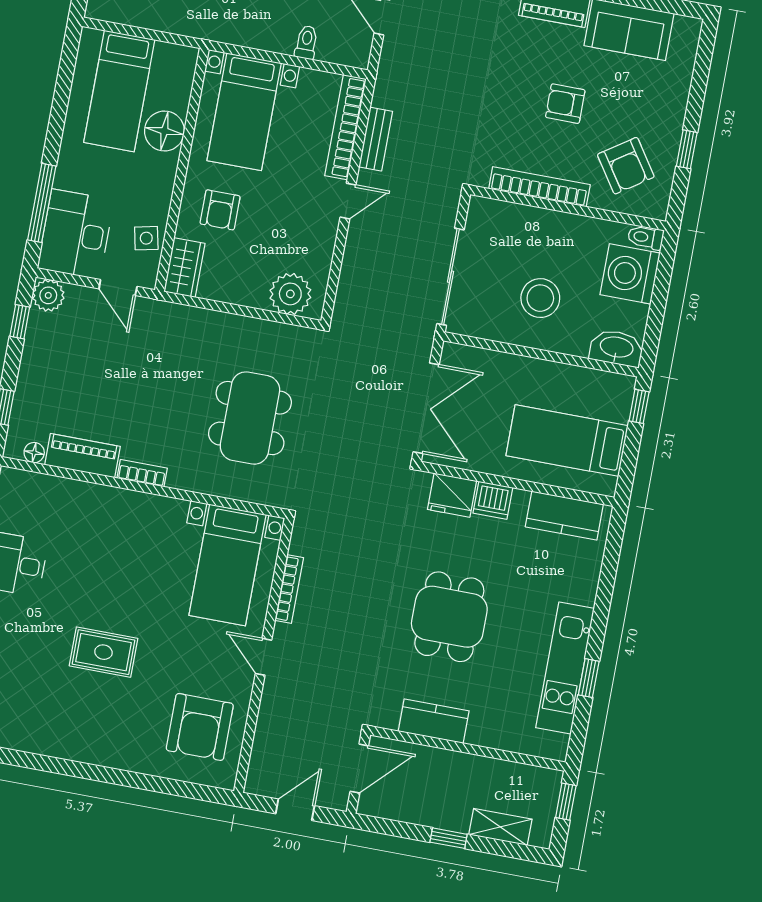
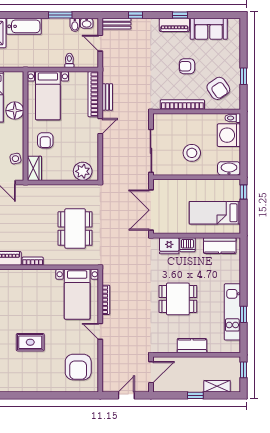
double door: (426, 408) -> (151, 210), swing flipped
dining table: (449, 617) -> (178, 299), turned 90
kitchen counter: (434, 721) -> (192, 346), moved

